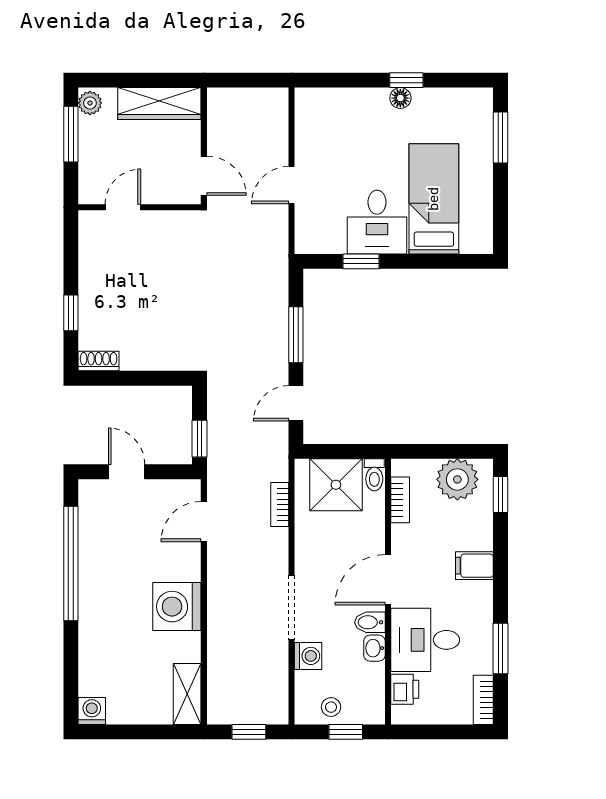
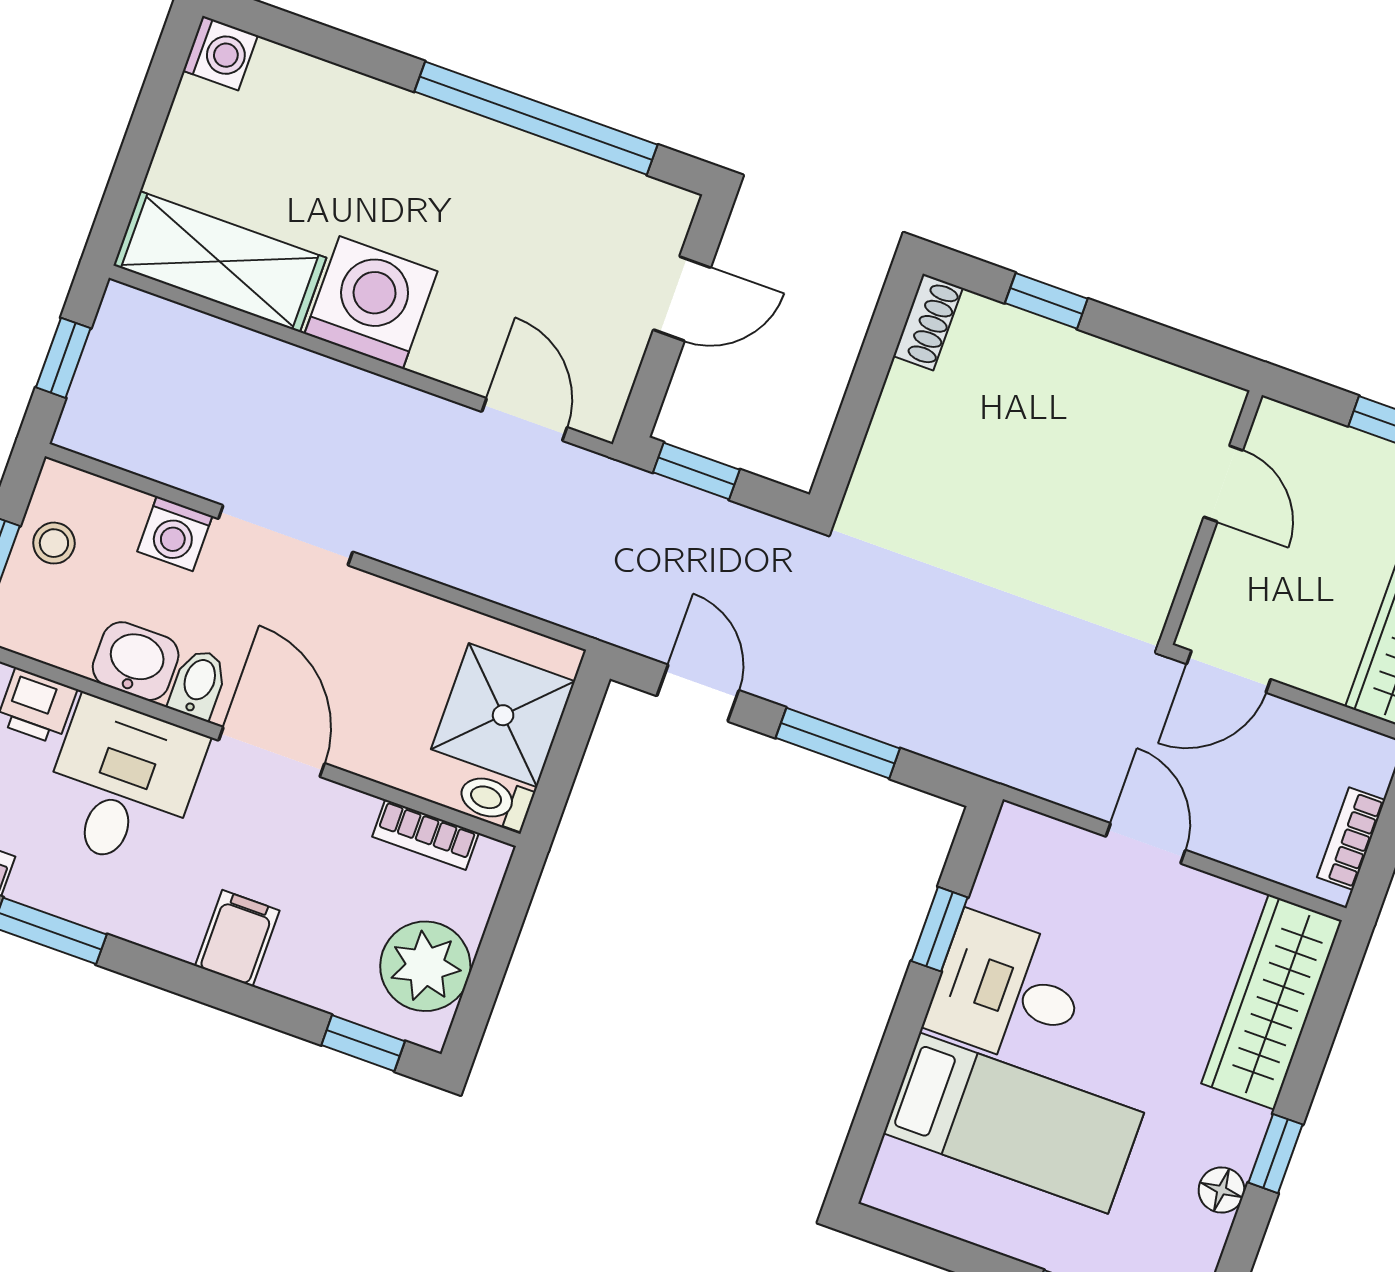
floor lamp: (400, 98) -> (1221, 1190), moved
wardrobe: (341, 105) -> (1272, 1002), added
bookcase: (280, 505) -> (1351, 839), moved, turned -90
washbasin: (374, 648) -> (136, 661), width x1.38, depth x1.45
shelving: (187, 694) -> (220, 262), width x1.50, depth x1.33

